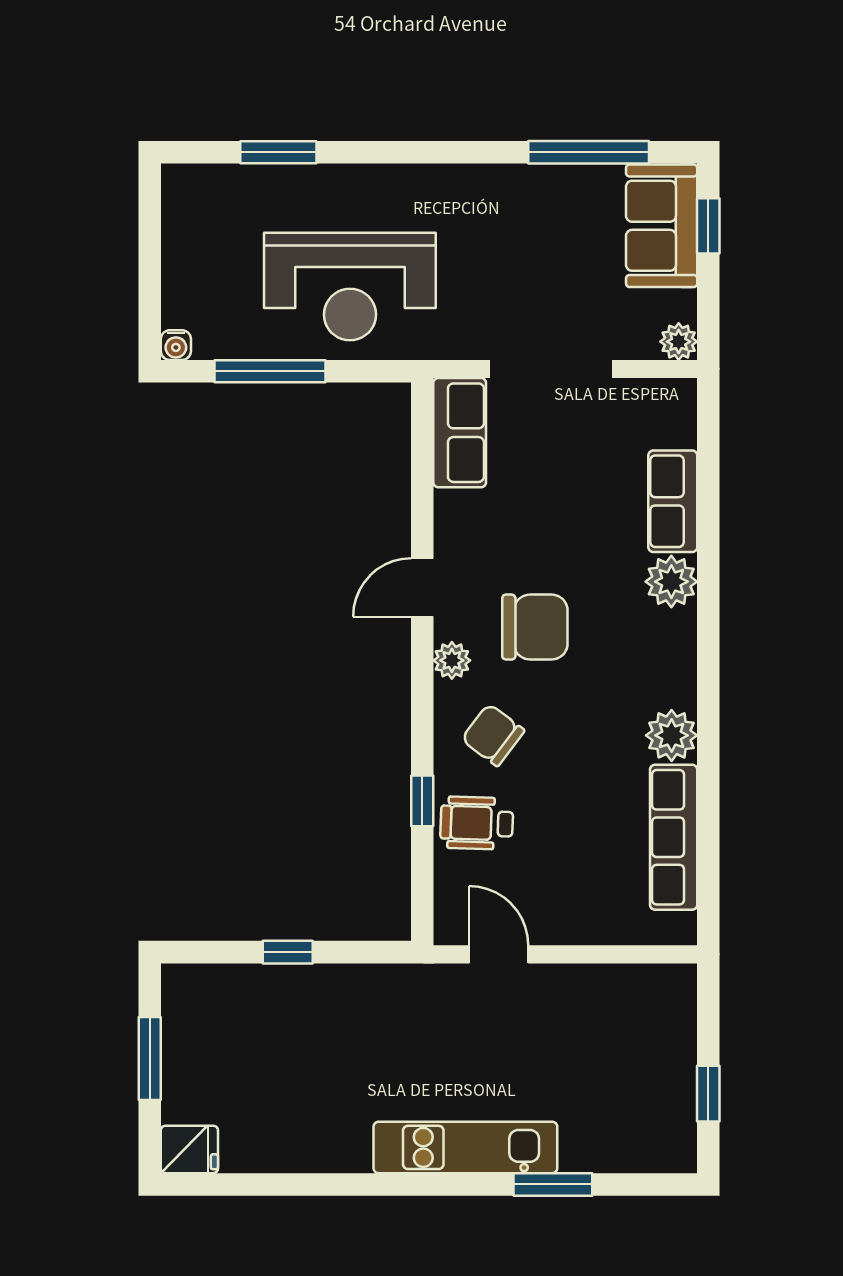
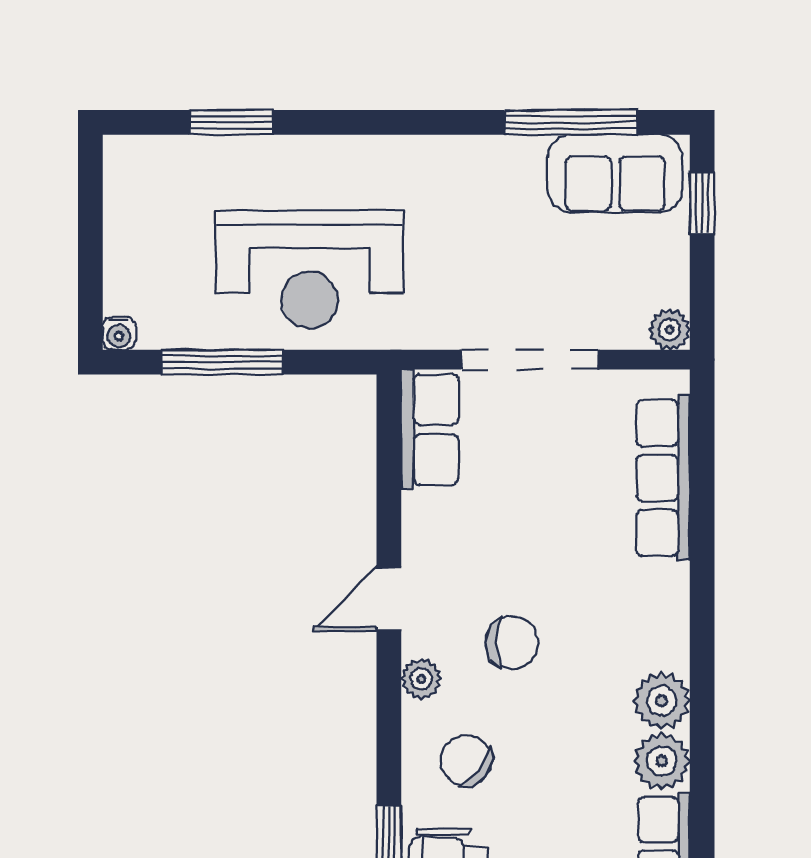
sofa: (662, 226) -> (615, 173), moved, turned -90
row of seats: (673, 501) -> (663, 478), width x1.48
plant: (671, 582) -> (662, 701), moved
chair: (535, 627) -> (512, 642), width x0.73, depth x0.73

